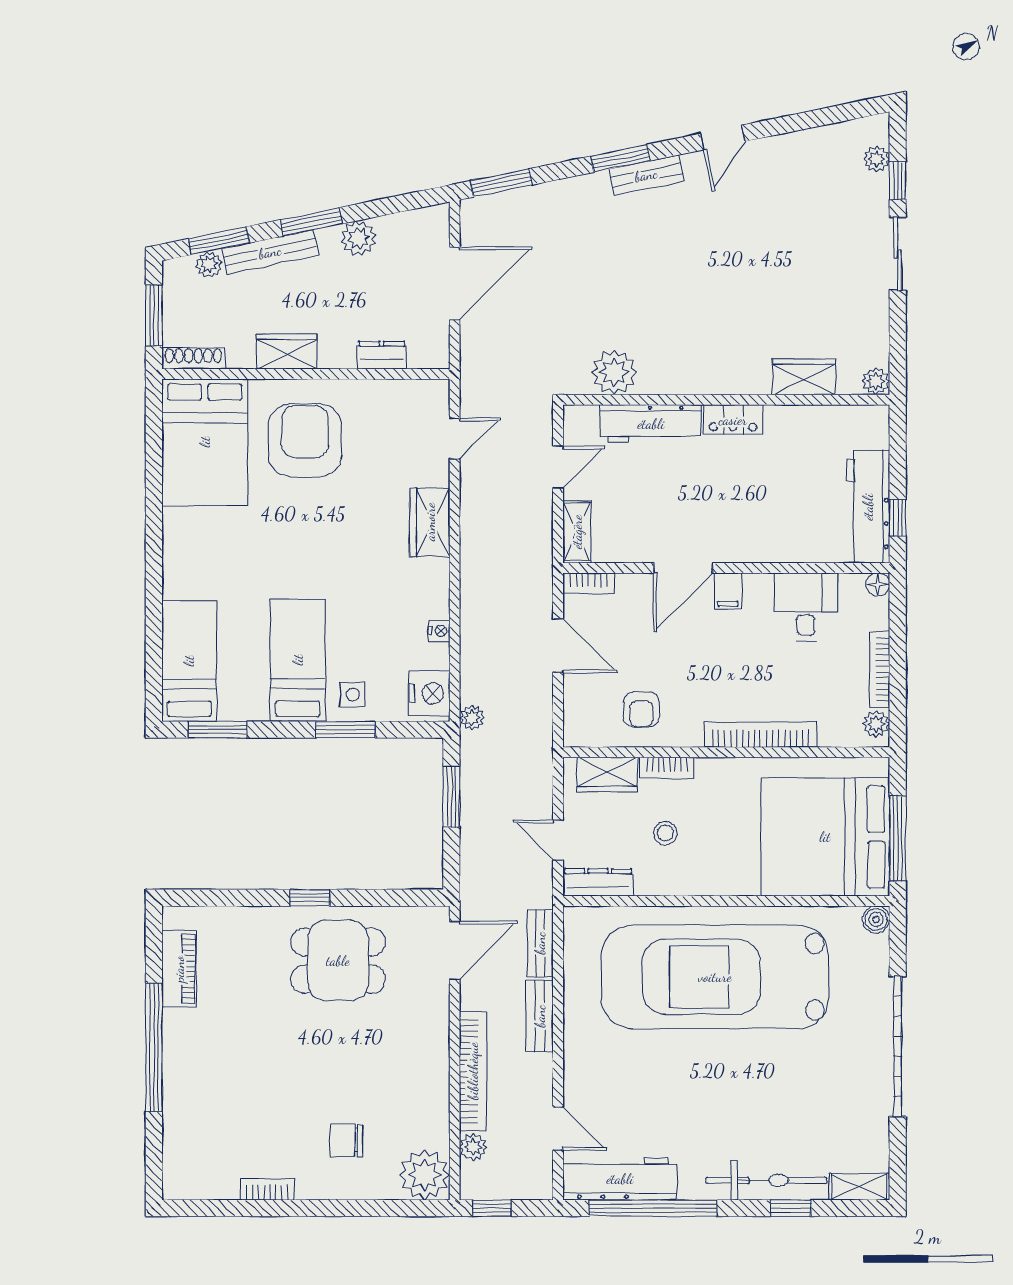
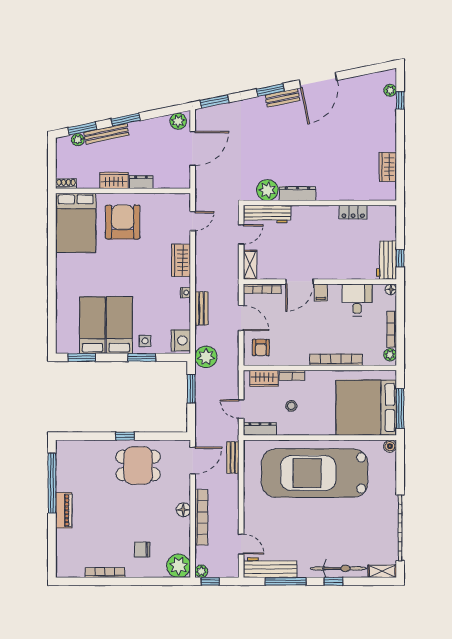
door: (723, 137) -> (318, 80), width x1.88
plant: (358, 238) -> (178, 121), moved
sliding door: (898, 254) -> (400, 135), removed
window: (154, 316) -> (52, 164), removed
dresser: (382, 355) -> (141, 182), moved
shoe rack: (193, 358) -> (66, 184), width x0.70
wardrobe: (804, 377) -> (388, 167), moved, turned -90
dresser: (678, 380) -> (297, 194), added
plant: (876, 381) -> (390, 194), removed
locker: (733, 420) -> (353, 212), moved
workbench: (651, 424) -> (267, 214), moved
workbench: (868, 507) -> (386, 260), width x0.73
bookcase: (589, 583) -> (262, 289), width x1.56
nightstand: (439, 631) -> (185, 293), moved
bed: (189, 661) -> (92, 325), moved
armchair: (641, 710) -> (261, 348), moved
plant: (472, 718) -> (206, 357), width x1.87, depth x1.87
piano: (179, 969) -> (64, 510), moved
bench: (540, 1016) -> (201, 308), moved
garage door: (898, 1046) -> (400, 528), moved
window: (154, 1047) -> (52, 483), moved
floor lamp: (435, 1055) -> (183, 510), added
plant: (473, 1147) -> (201, 571), moved
bookcase: (267, 1189) -> (105, 573), width x1.56
window: (653, 1208) -> (286, 581), width x0.68
window: (791, 1208) -> (333, 581), moved

